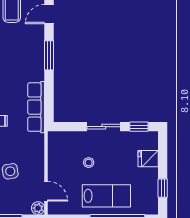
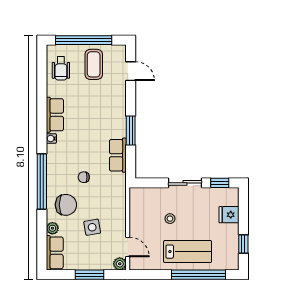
door: (49, 14) -> (131, 71), swing flipped
window: (49, 55) -> (131, 130), moved
row of seats: (36, 107) -> (118, 155), width x0.68

